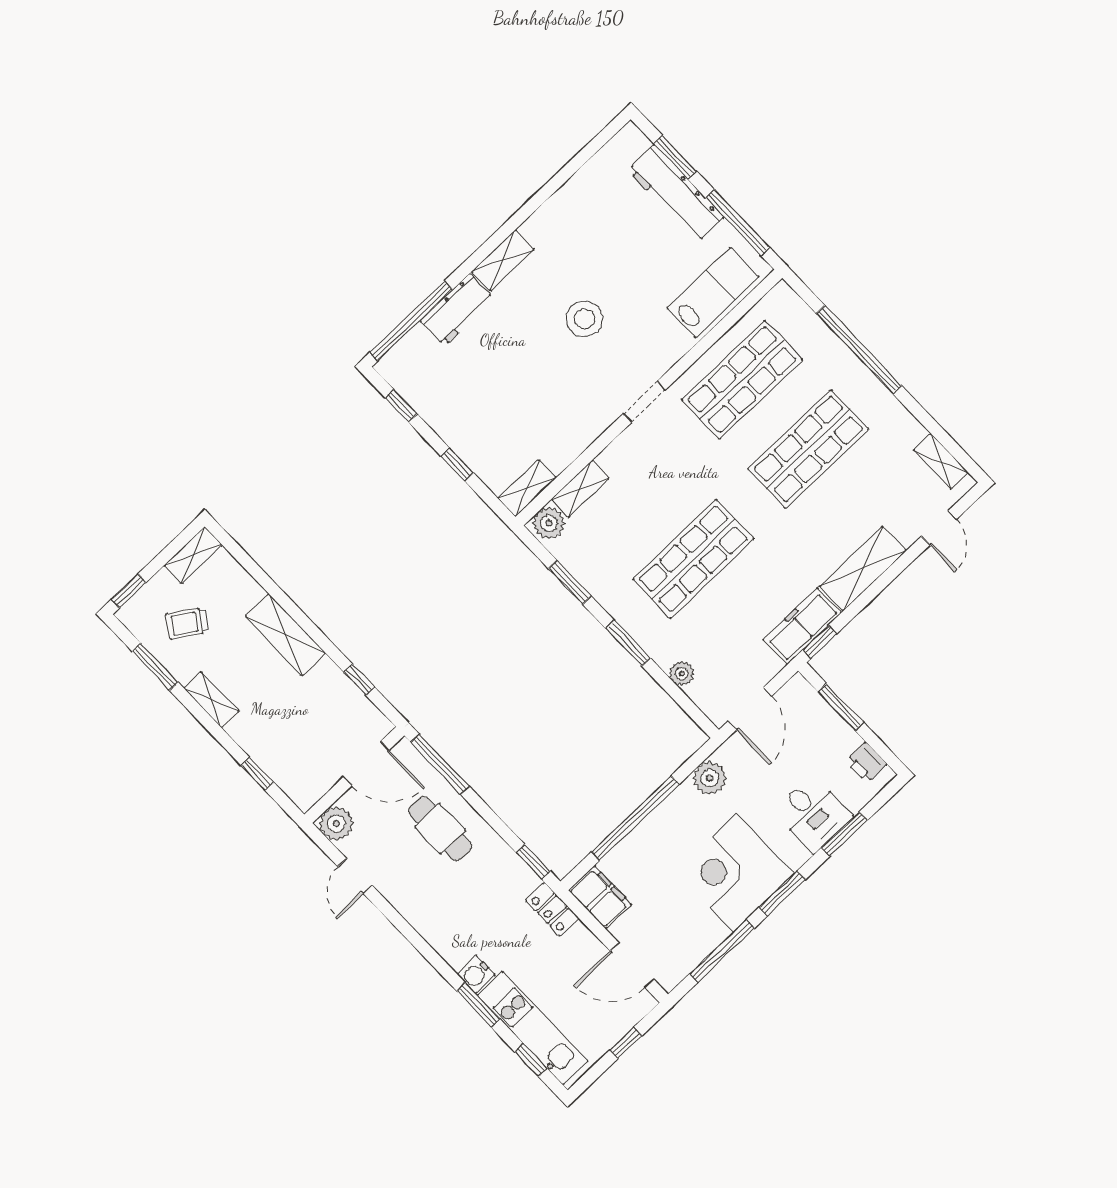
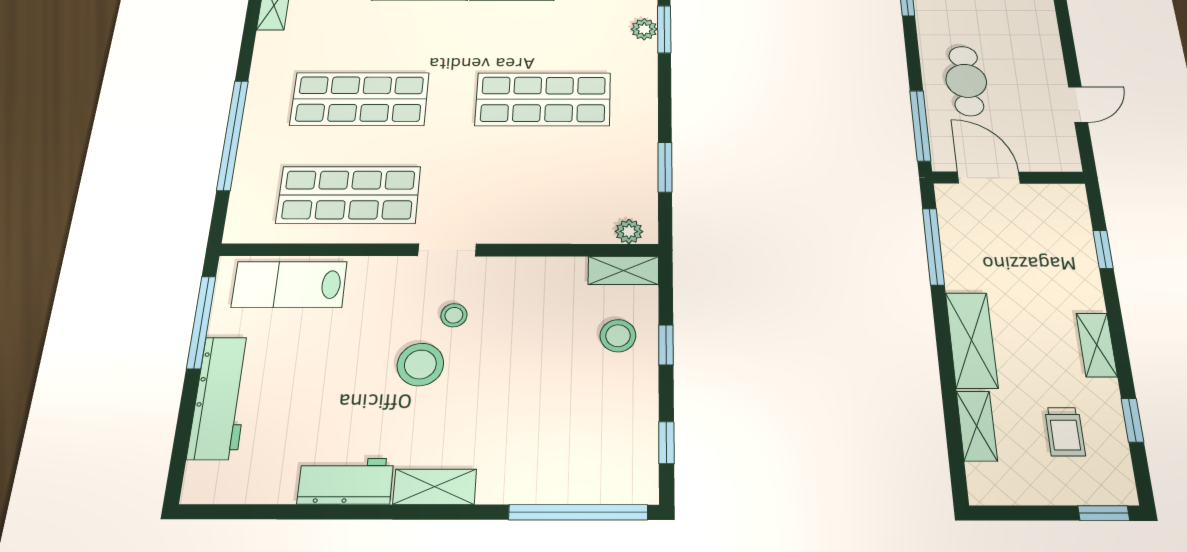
window: (675, 157) -> (183, 430), removed
workbench: (457, 310) -> (346, 481), moved
stool: (597, 366) -> (454, 315), added
stool: (490, 444) -> (618, 336), added
shelving: (580, 489) -> (578, 230), removed
plant: (549, 523) -> (629, 231), width x0.73, depth x0.73
shelving: (193, 555) -> (977, 426), moved, turned 90
trolley: (187, 623) -> (1065, 432), turned 56
window: (628, 643) -> (664, 29), moved
window: (155, 667) -> (1132, 420), width x0.67
window: (359, 680) -> (933, 246), width x2.17
plant: (336, 824) -> (1060, 155), removed

